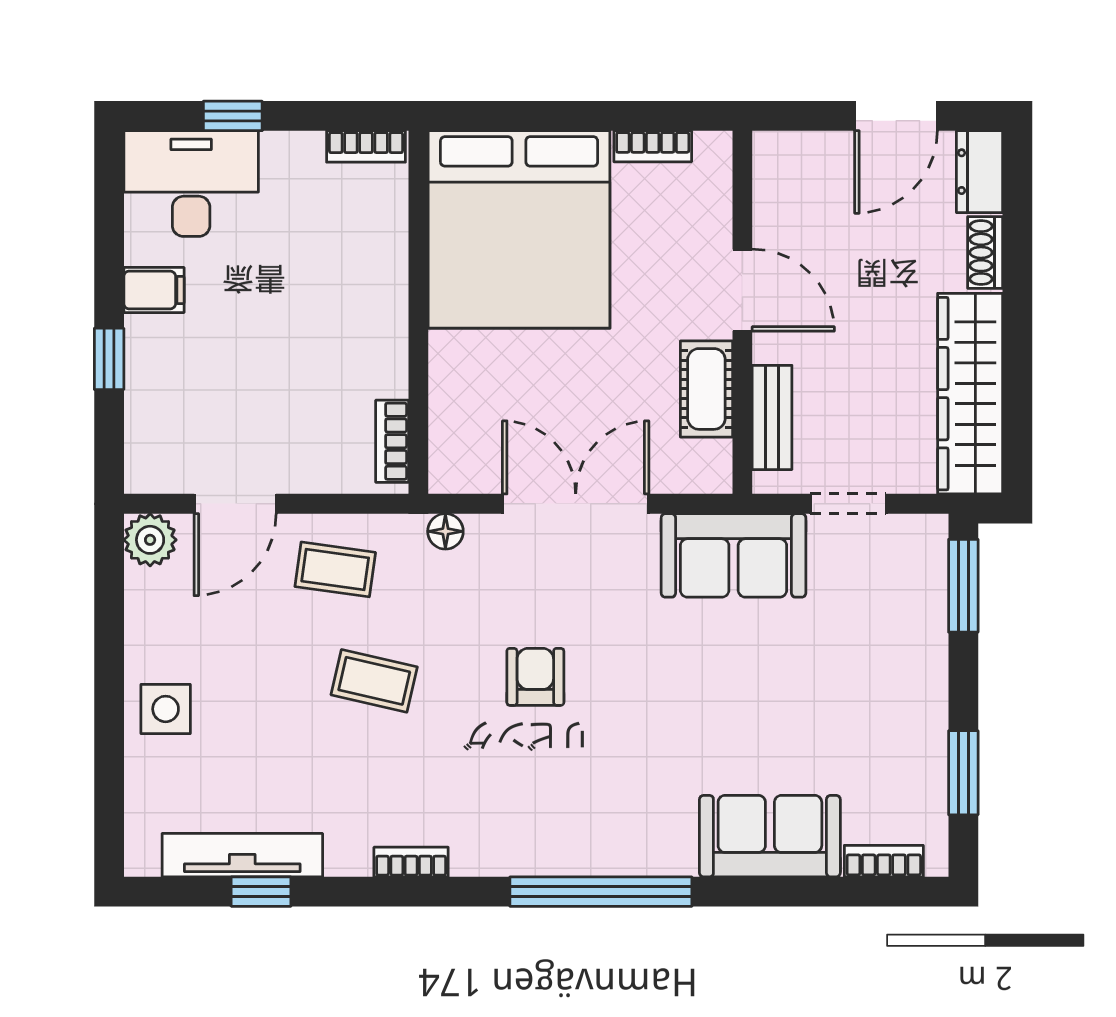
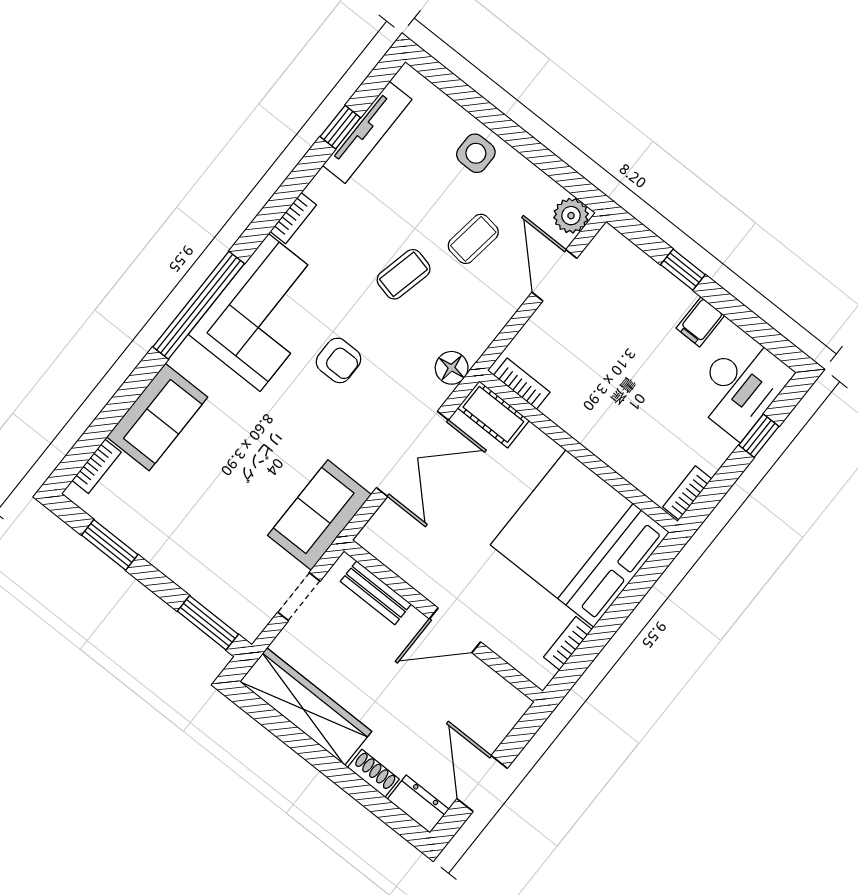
cot: (706, 389) -> (493, 414), moved
floor lamp: (445, 531) -> (452, 368), width x1.37, depth x1.37
coffee table: (335, 569) -> (473, 239), moved
corner sofa: (548, 808) -> (264, 313), added

